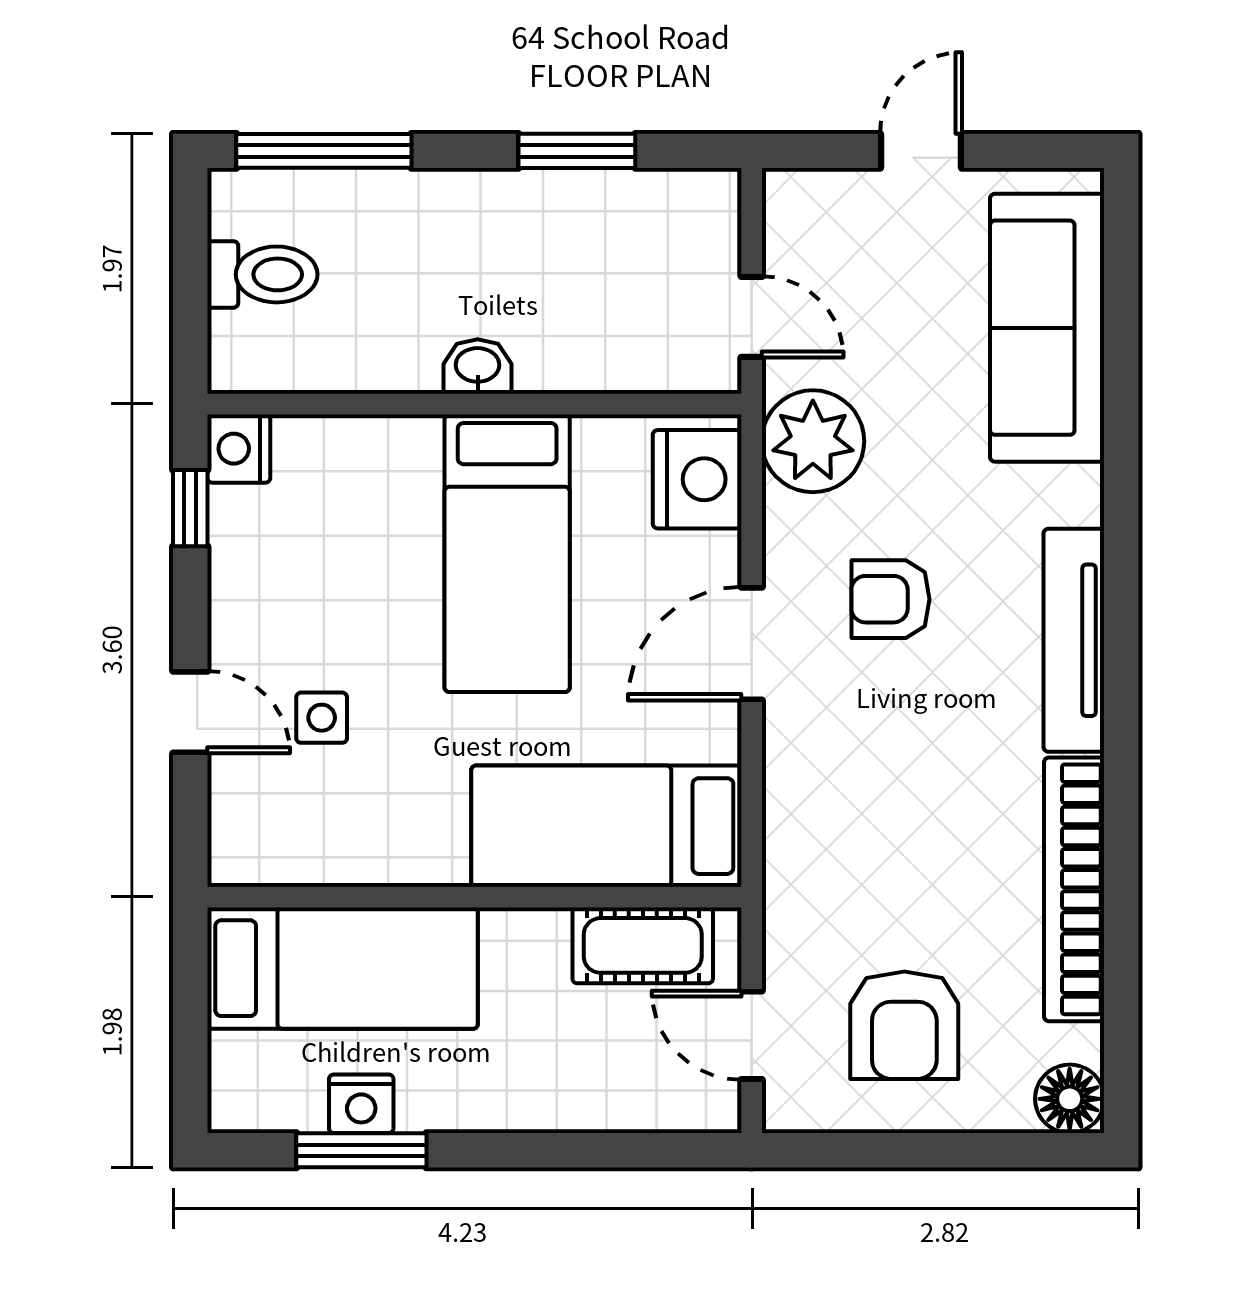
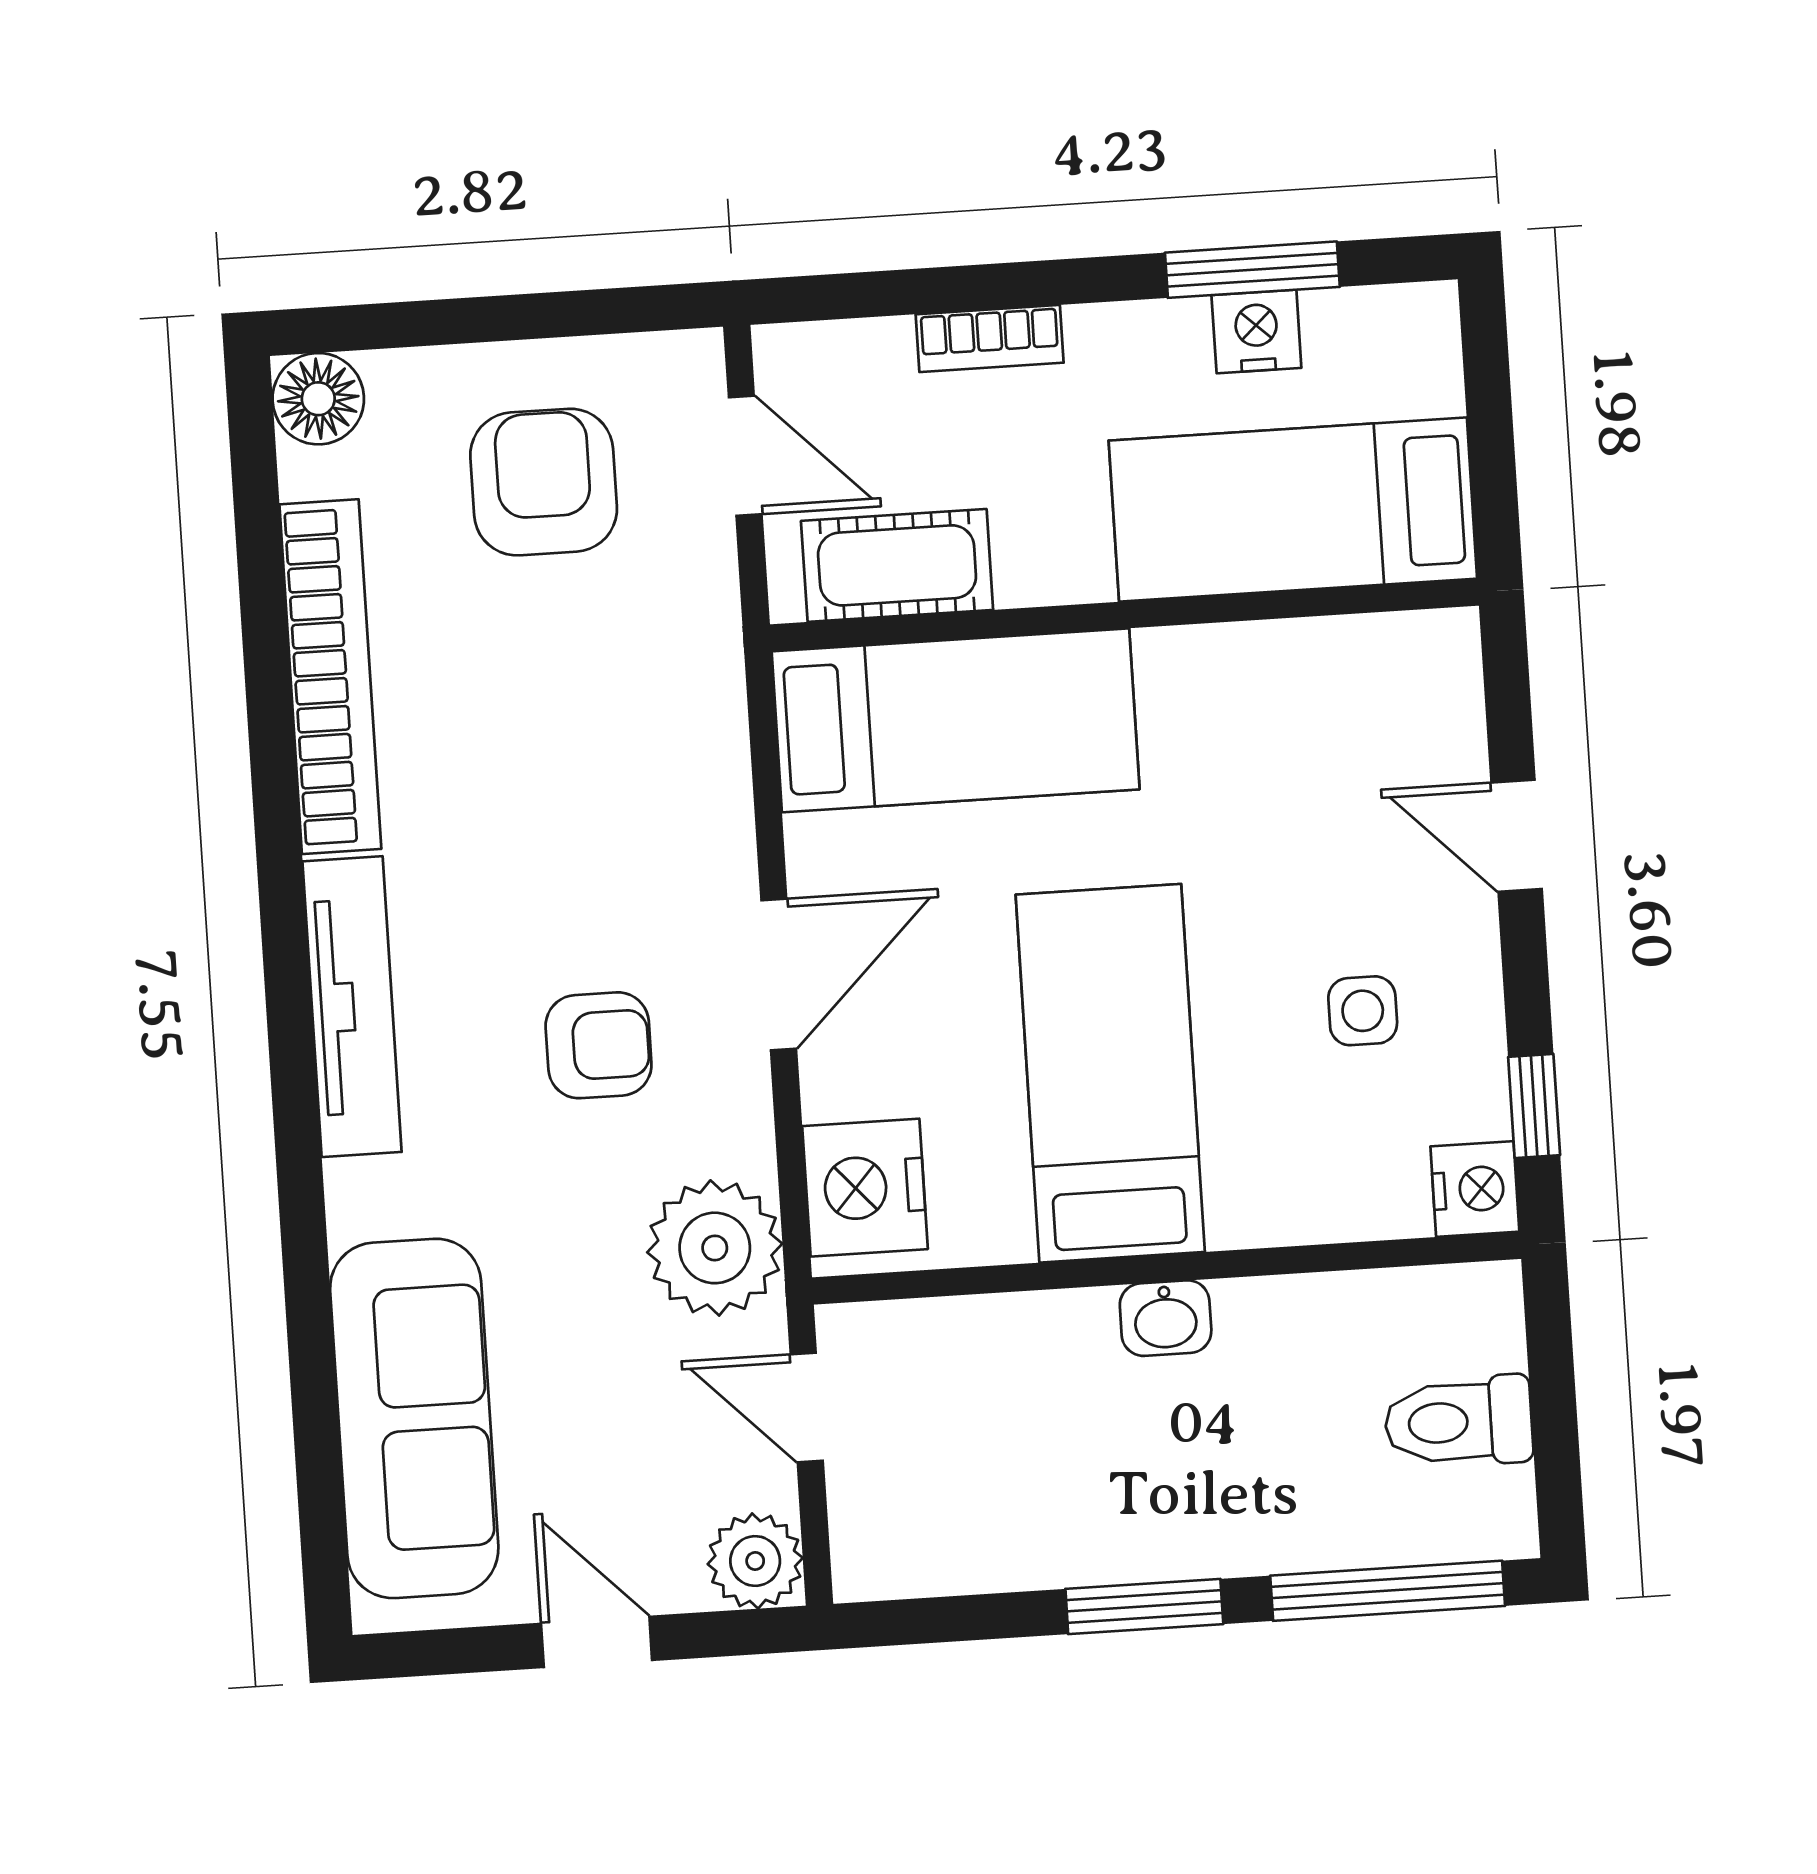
window: (577, 151) -> (1144, 1606), moved
door: (921, 151) -> (597, 1642), swing flipped
plant: (798, 204) -> (755, 1561), added
side table: (322, 718) -> (1363, 1011), moved
bookcase: (562, 1111) -> (990, 338), added

